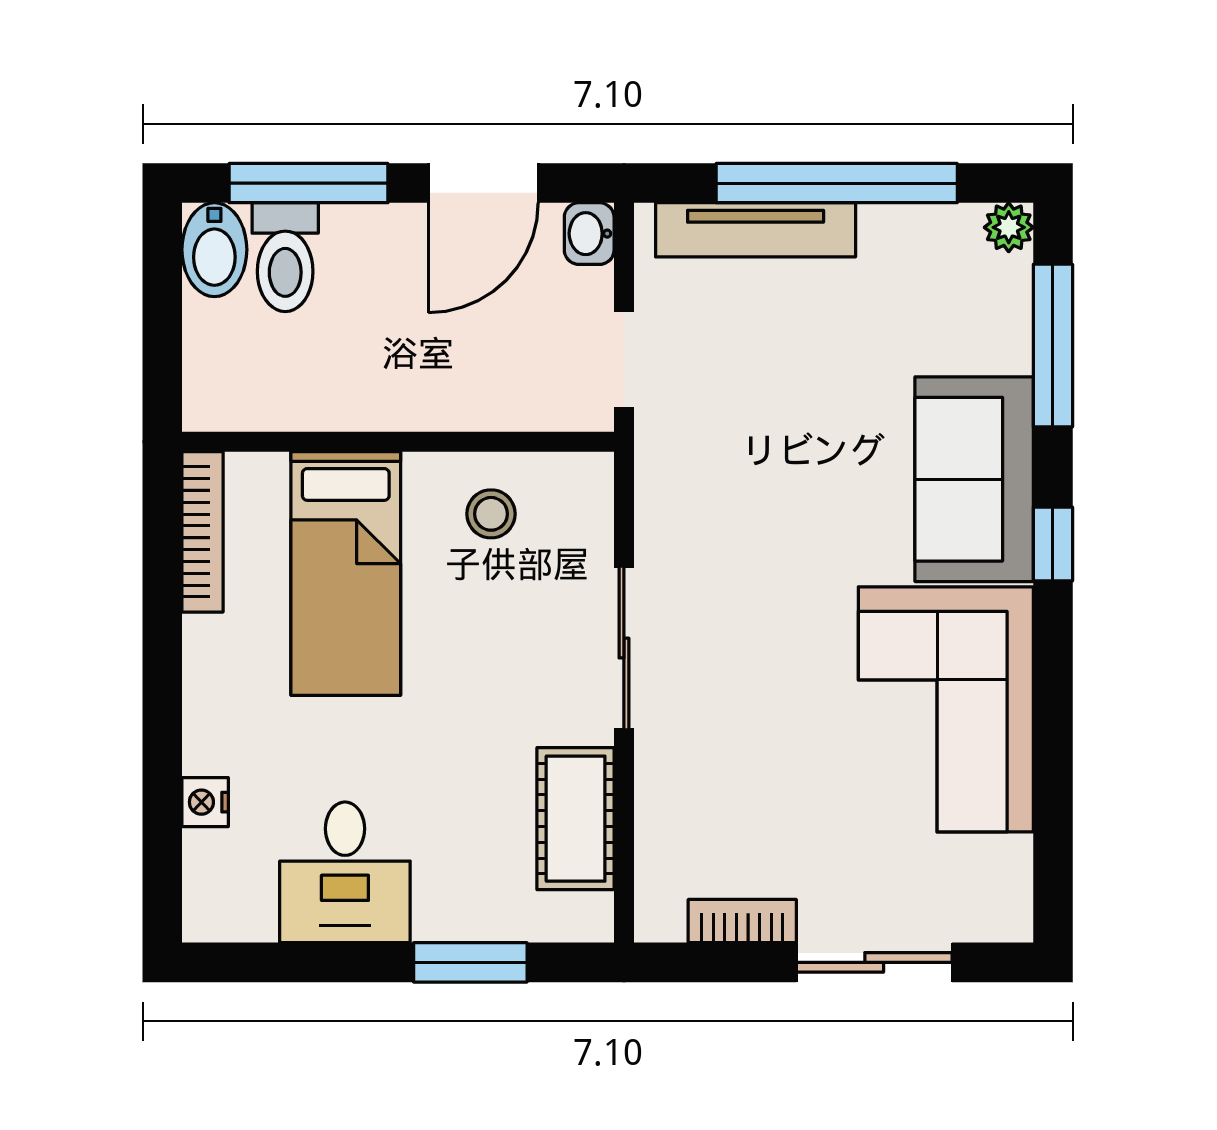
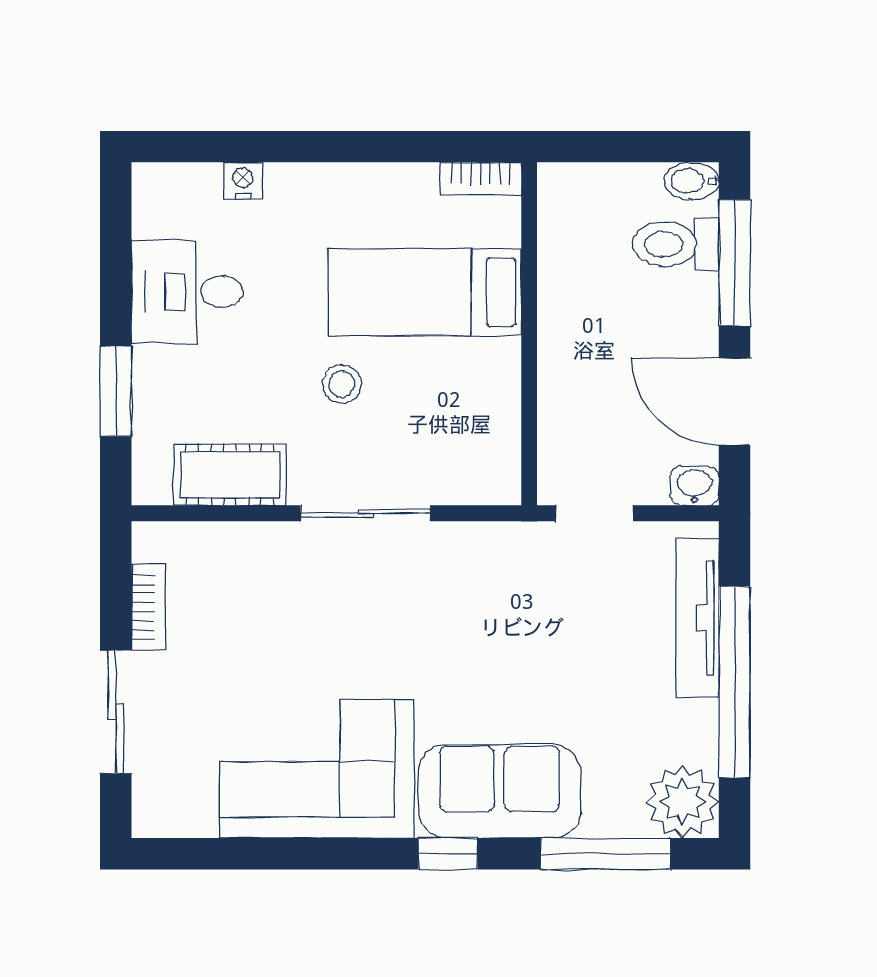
plant: (1009, 227) -> (682, 802), width x1.87, depth x1.87
bidet: (214, 250) -> (692, 181), width x0.72, depth x0.74
stool: (491, 514) -> (342, 384), moved
bookcase: (202, 532) -> (481, 179), width x0.64

